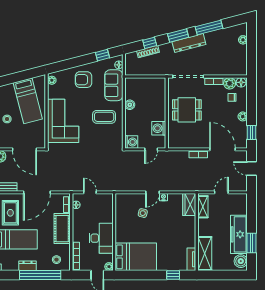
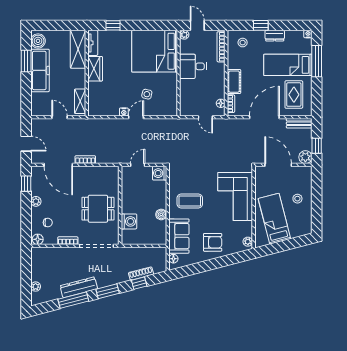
dresser: (189, 43) -> (79, 287), moved
window: (102, 55) -> (192, 270), removed
plant: (230, 83) -> (50, 238), removed
washing machine: (159, 128) -> (129, 221), moved
door: (221, 192) -> (60, 117), swing flipped
wardrobe: (189, 205) -> (95, 69), moved
cot: (62, 229) -> (234, 82), width x0.73, depth x0.75
desk: (101, 238) -> (193, 66), width x0.73
bed: (136, 257) -> (155, 51), width x1.36
window: (40, 275) -> (261, 25), width x0.32

